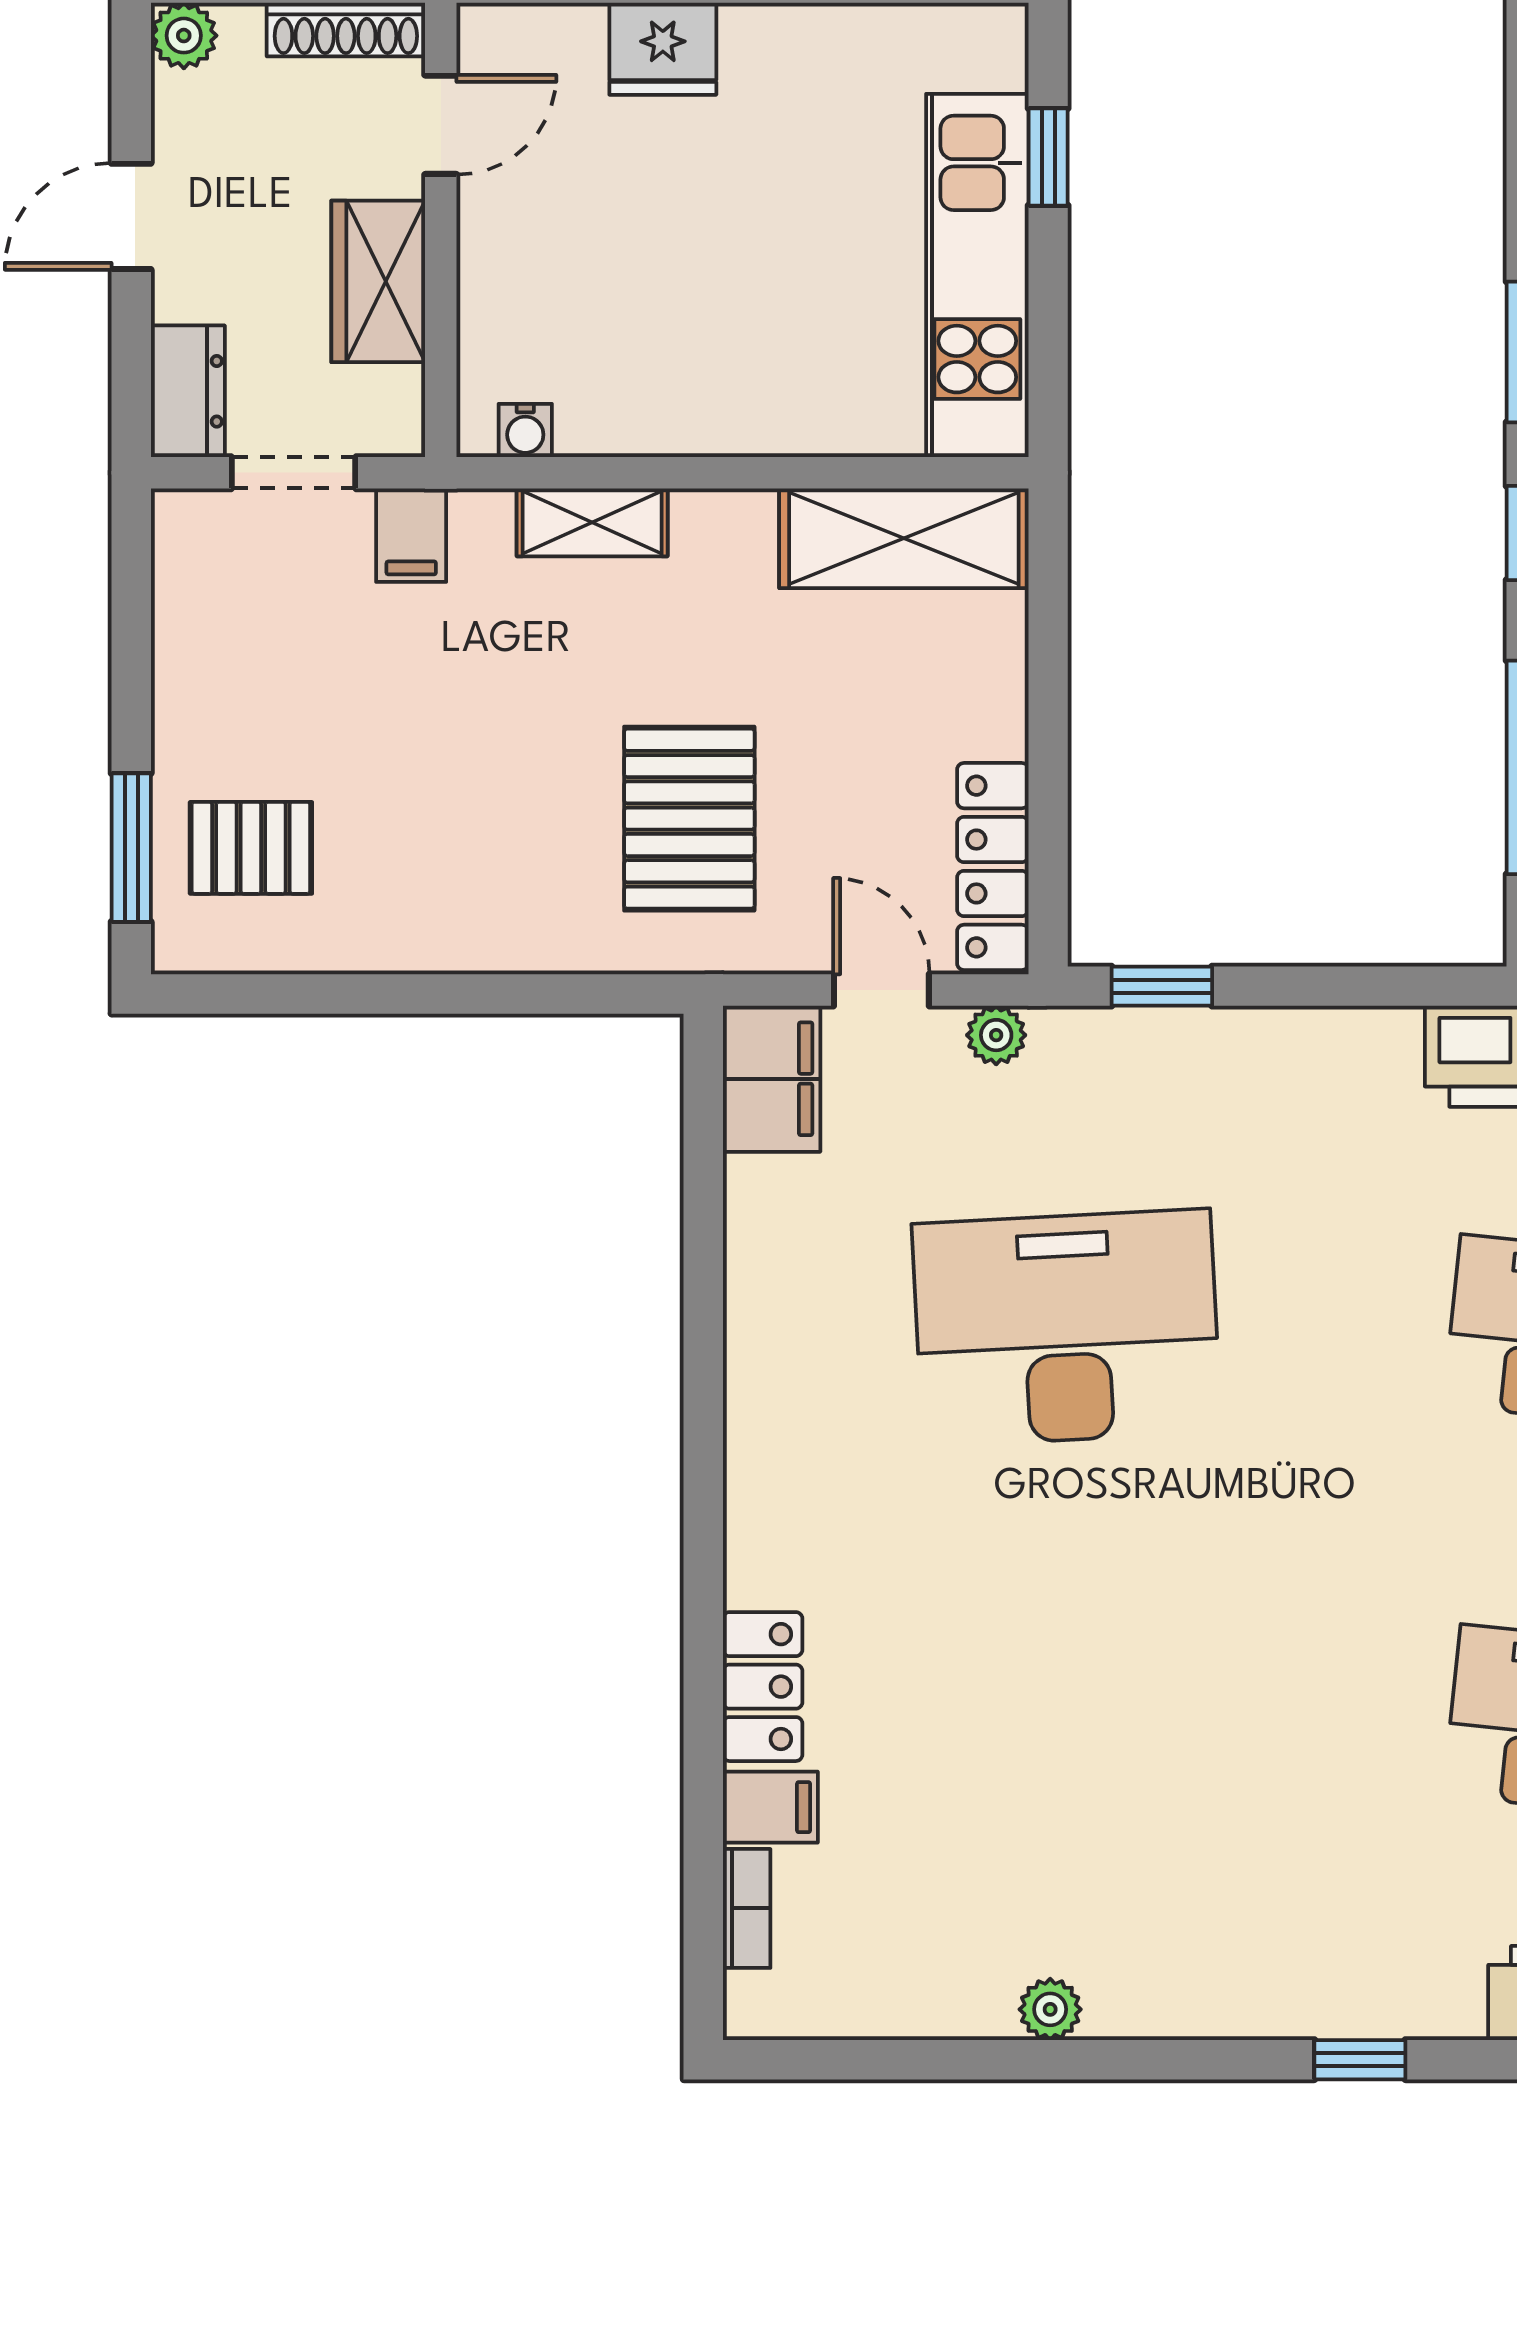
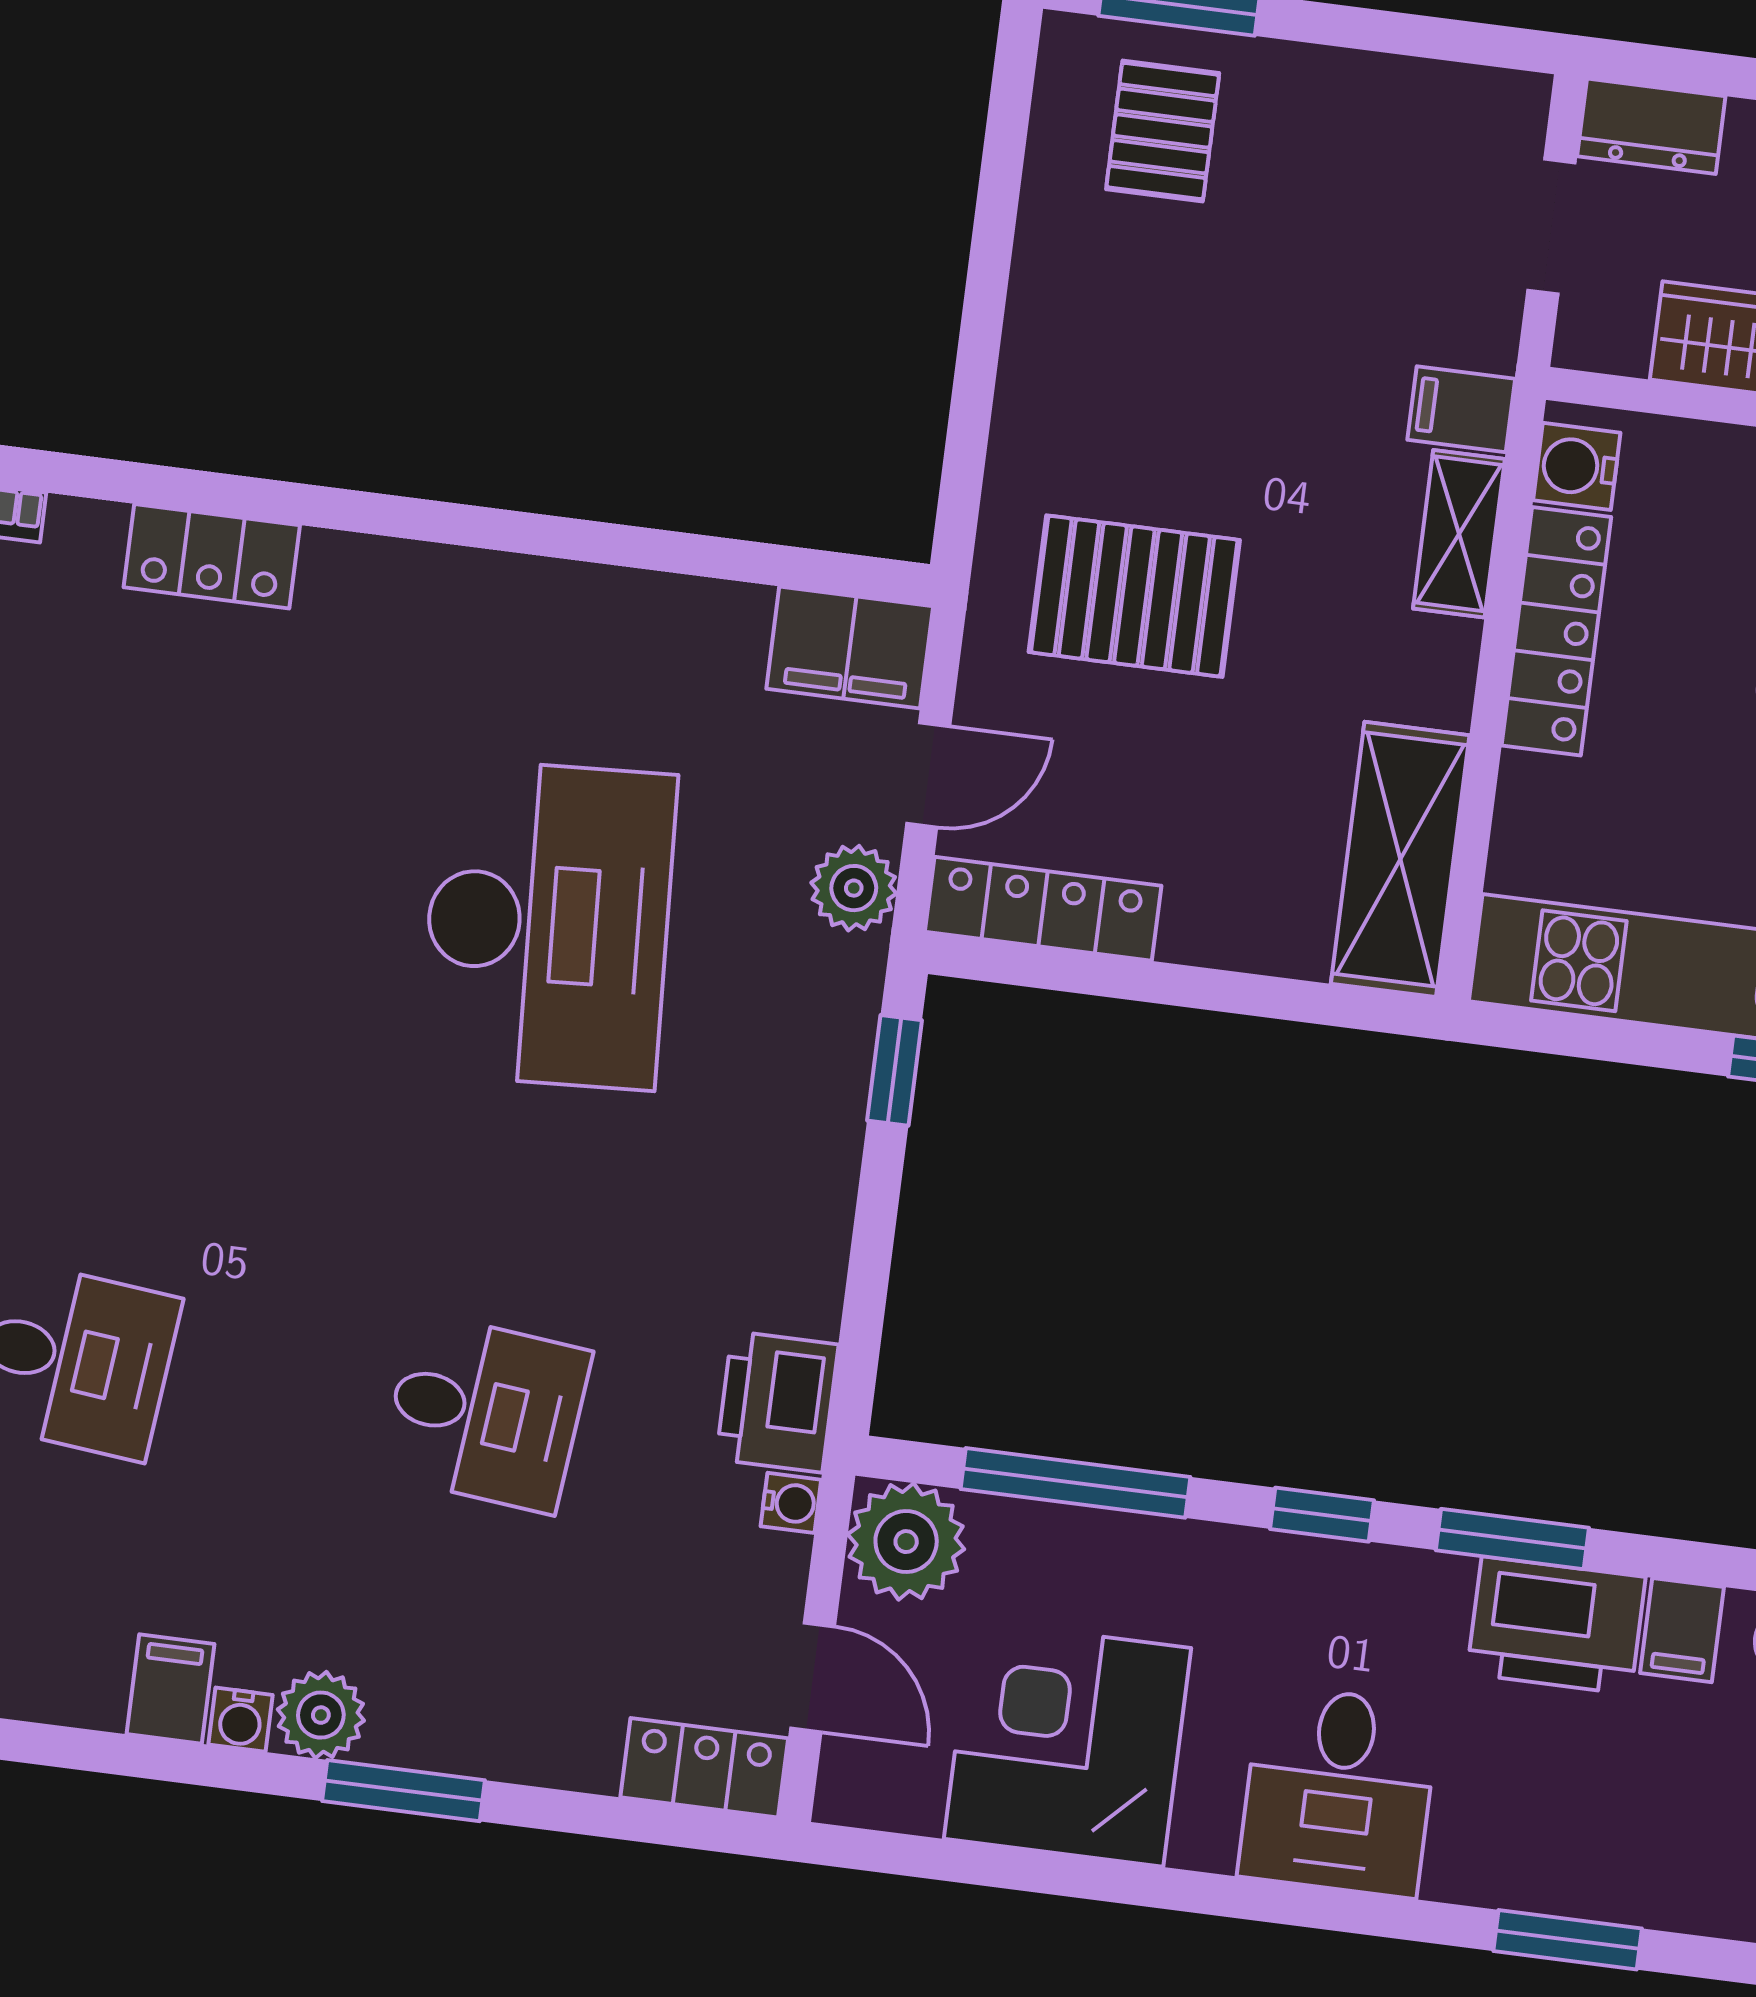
locker: (672, 420) -> (1556, 631), added
water cooler: (525, 430) -> (1577, 466), width x1.38, depth x1.38
filing cabinet: (411, 535) -> (1461, 409), moved
plant: (996, 1035) -> (854, 888), width x1.38, depth x1.38
filing cabinet: (770, 1807) -> (84, 548), removed

